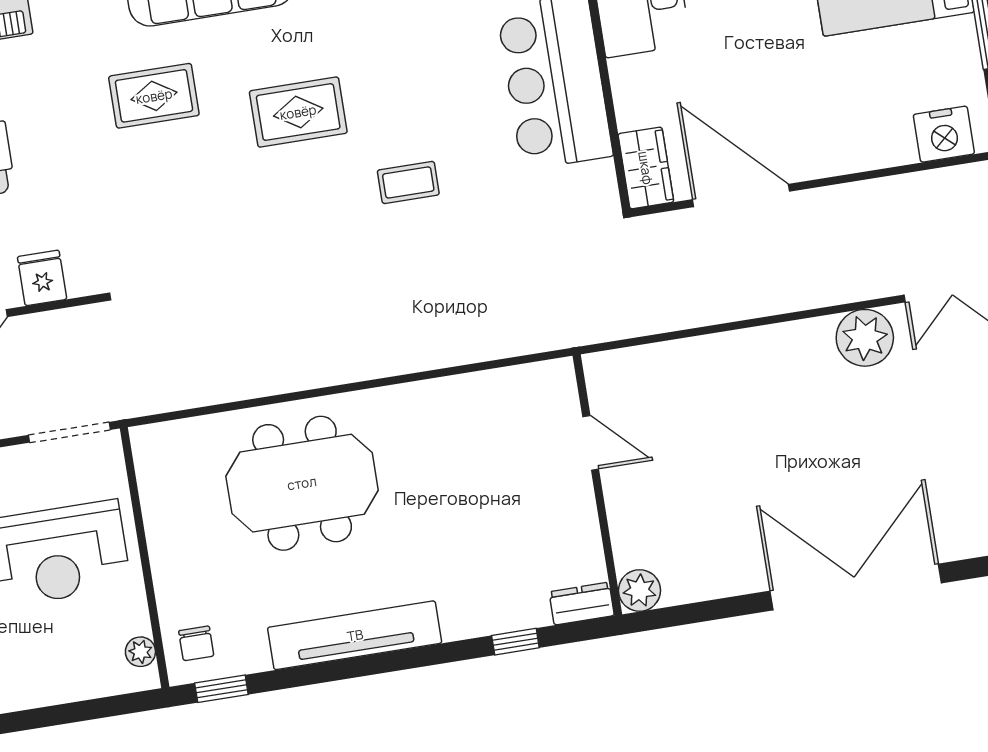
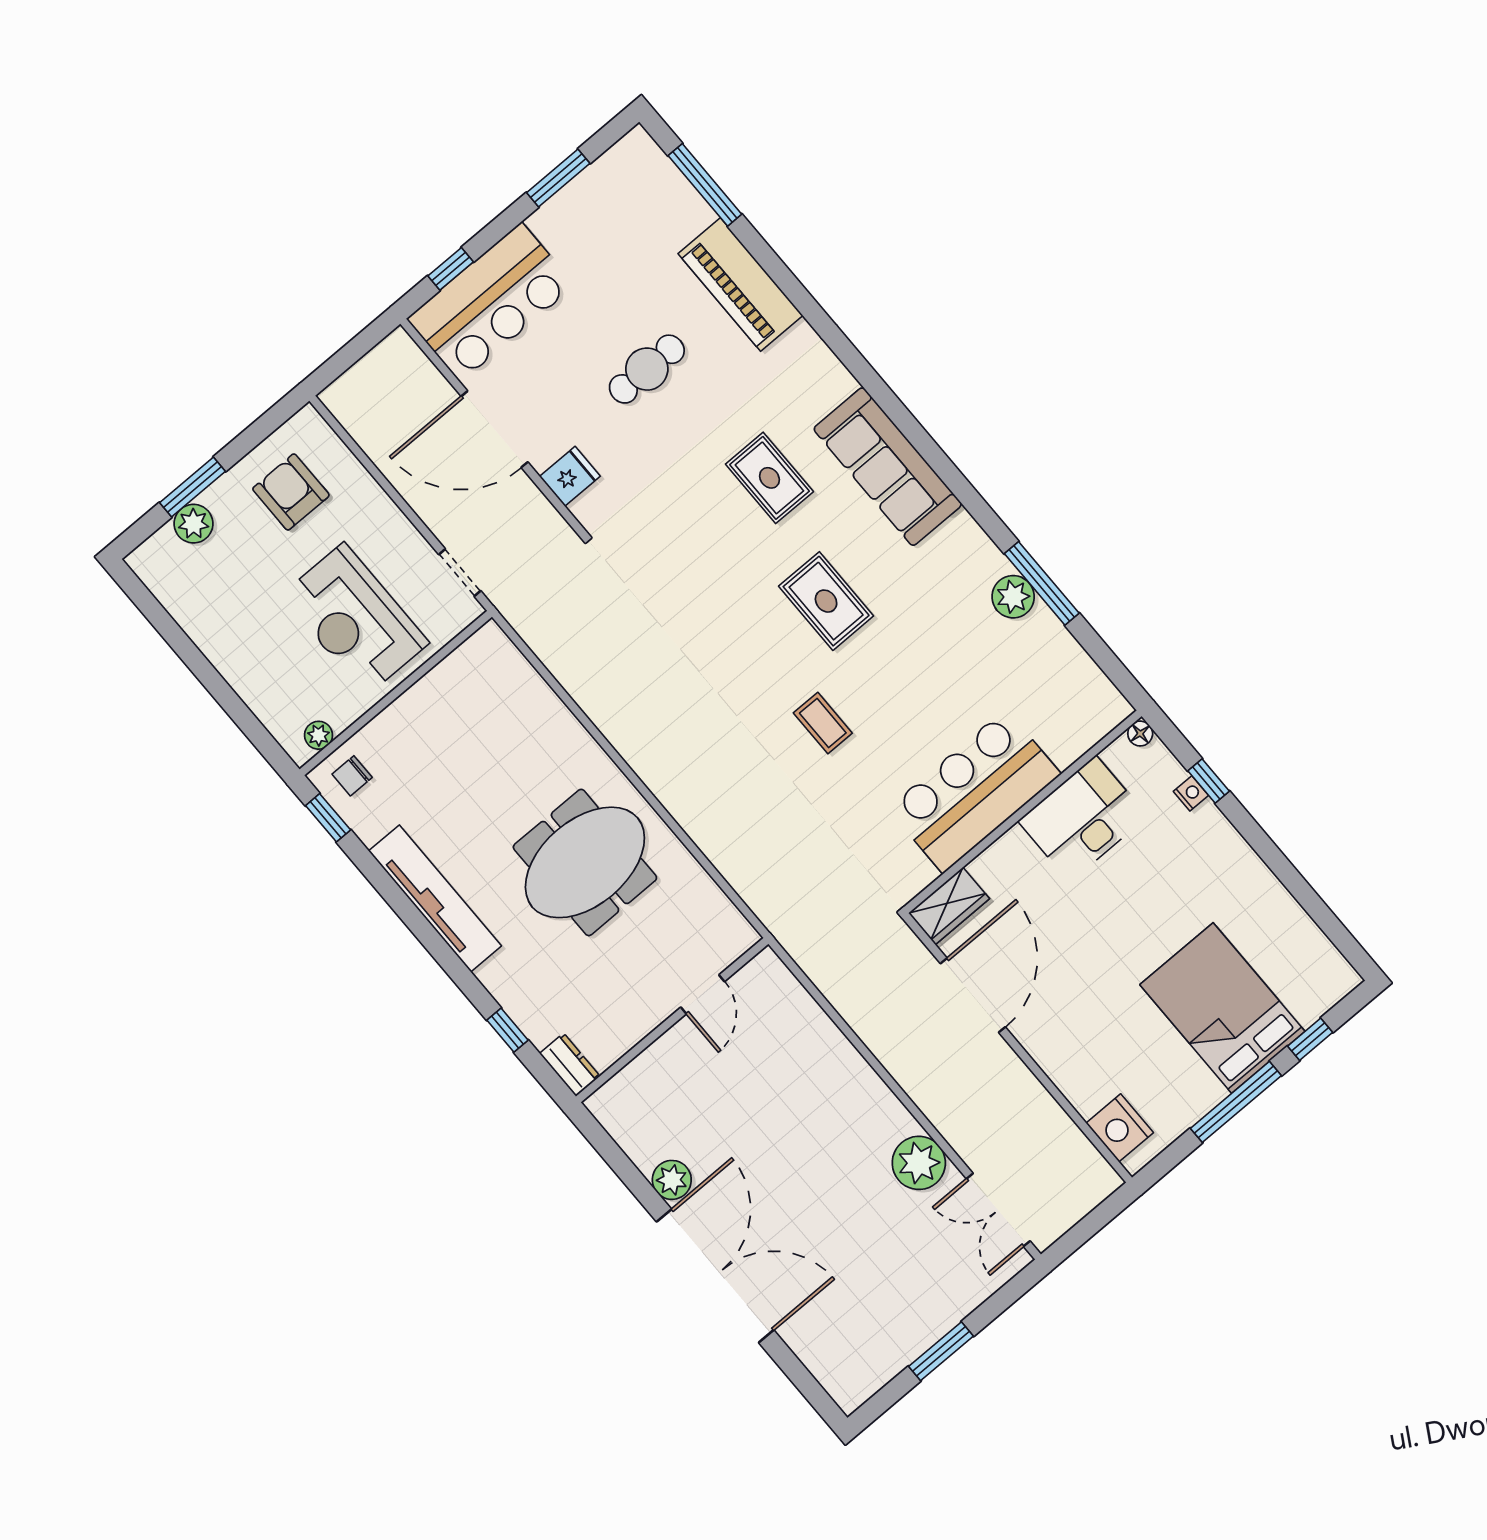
doorway: (69, 432) -> (460, 573), width x0.73
meeting table: (302, 483) -> (585, 862), moved, turned 90
plant: (640, 590) -> (672, 1180), moved

